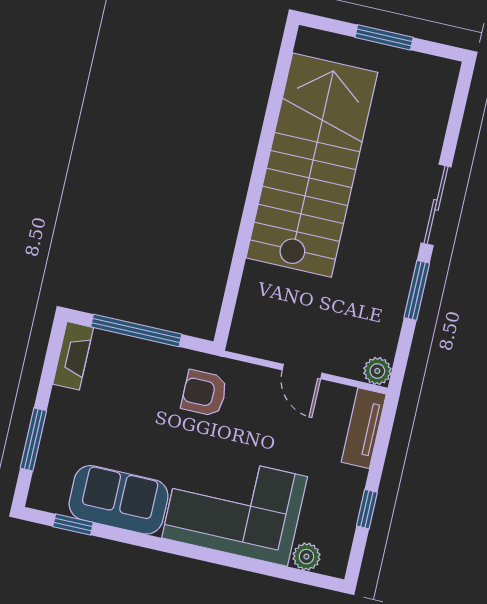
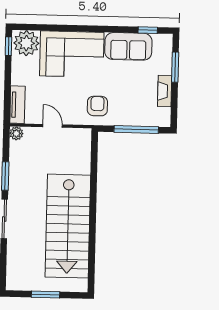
fireplace: (73, 356) -> (165, 91), moved
armchair: (204, 393) -> (97, 106), turned -90
window: (367, 509) -> (8, 46), moved
plant: (306, 557) -> (26, 43), width x1.88, depth x1.88

